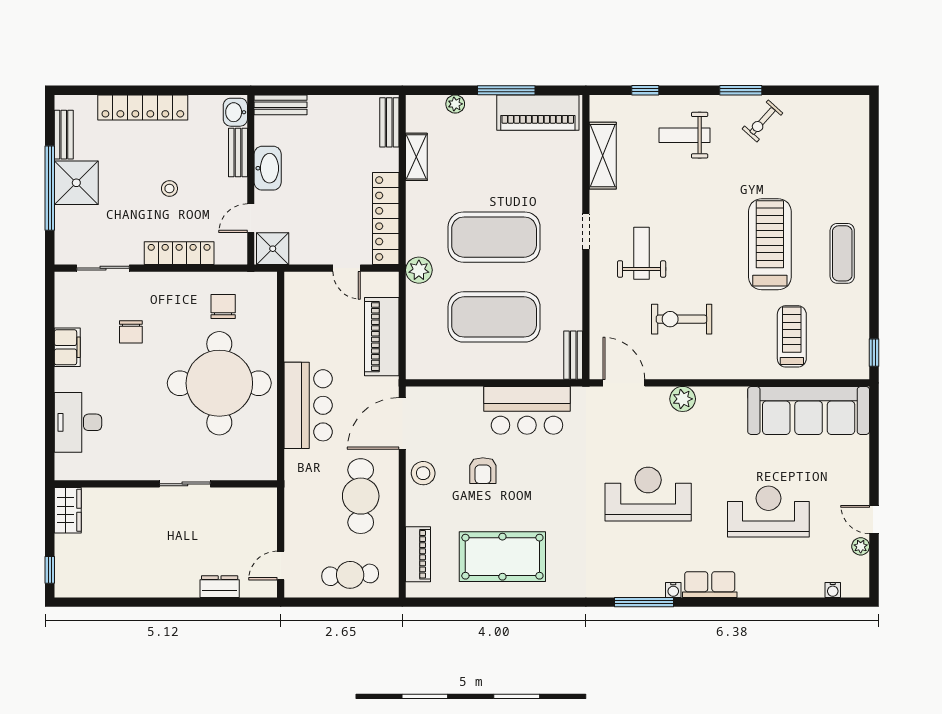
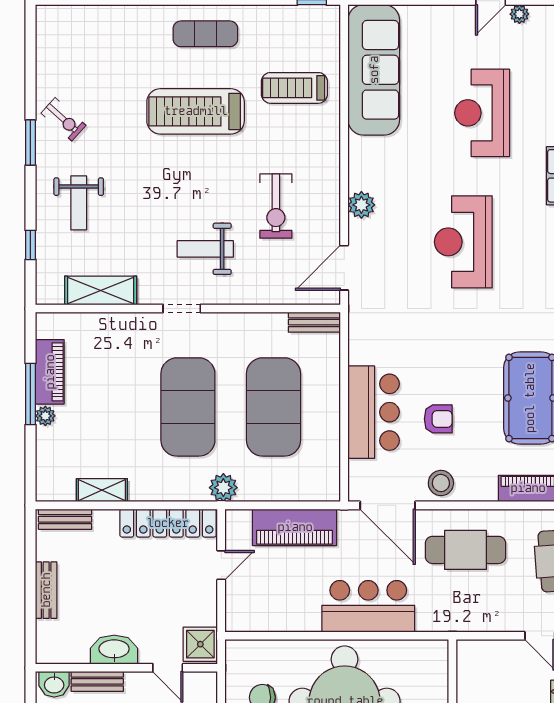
plant: (455, 104) -> (45, 416), moved
bench: (280, 105) -> (46, 590), moved
piano: (538, 113) -> (50, 372), width x0.73, depth x0.75
bar counter: (527, 410) -> (374, 412), moved

